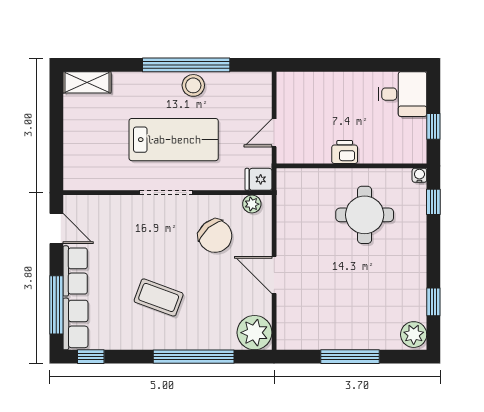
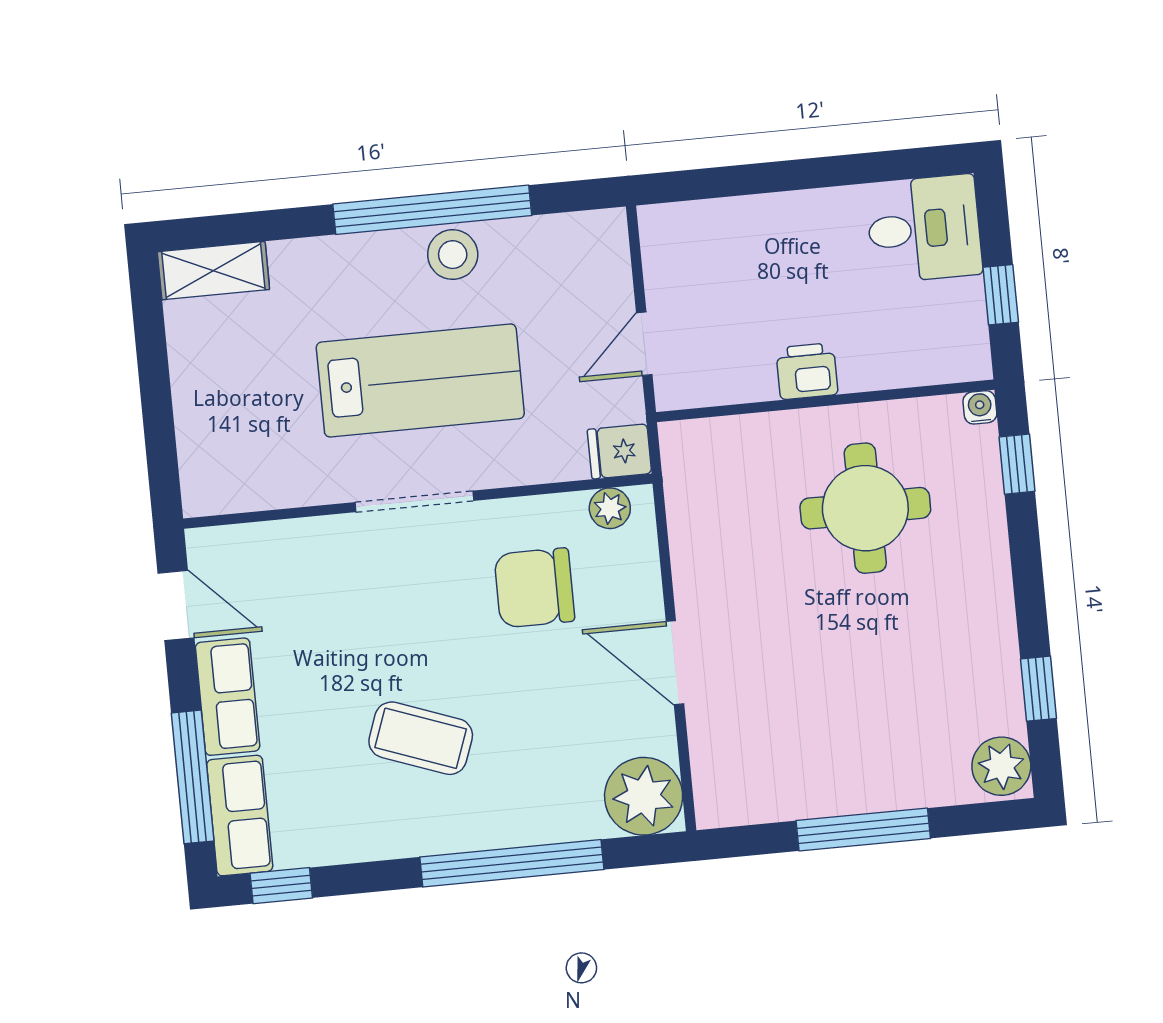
chair: (215, 236) -> (534, 588), turned 131

